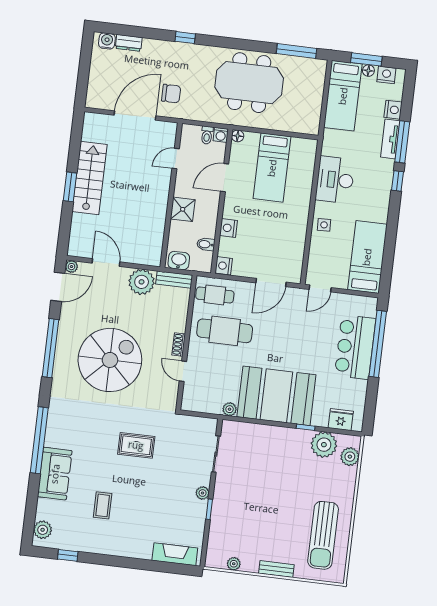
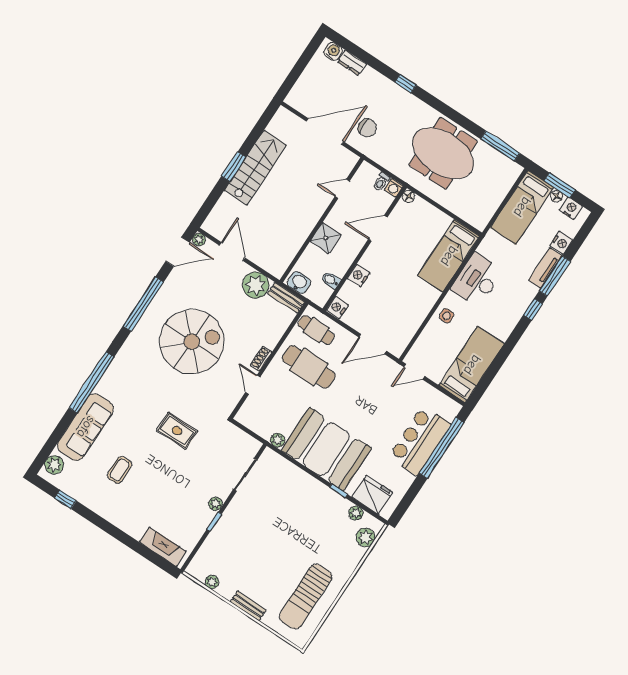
bed: (272, 168) -> (449, 256), moved
fridge: (341, 420) -> (372, 495), width x1.36, depth x1.34
plant: (324, 445) -> (356, 513), width x0.53, depth x0.53
sofa: (55, 474) -> (86, 427), width x1.36

